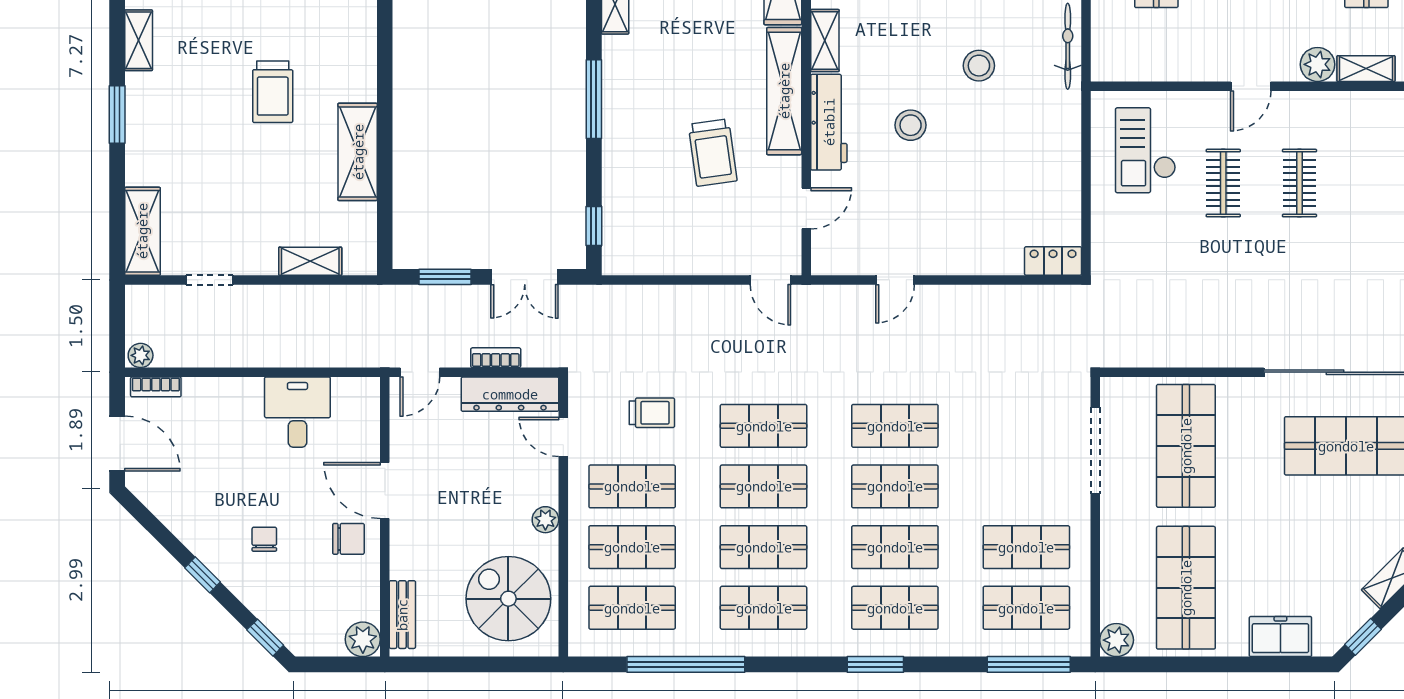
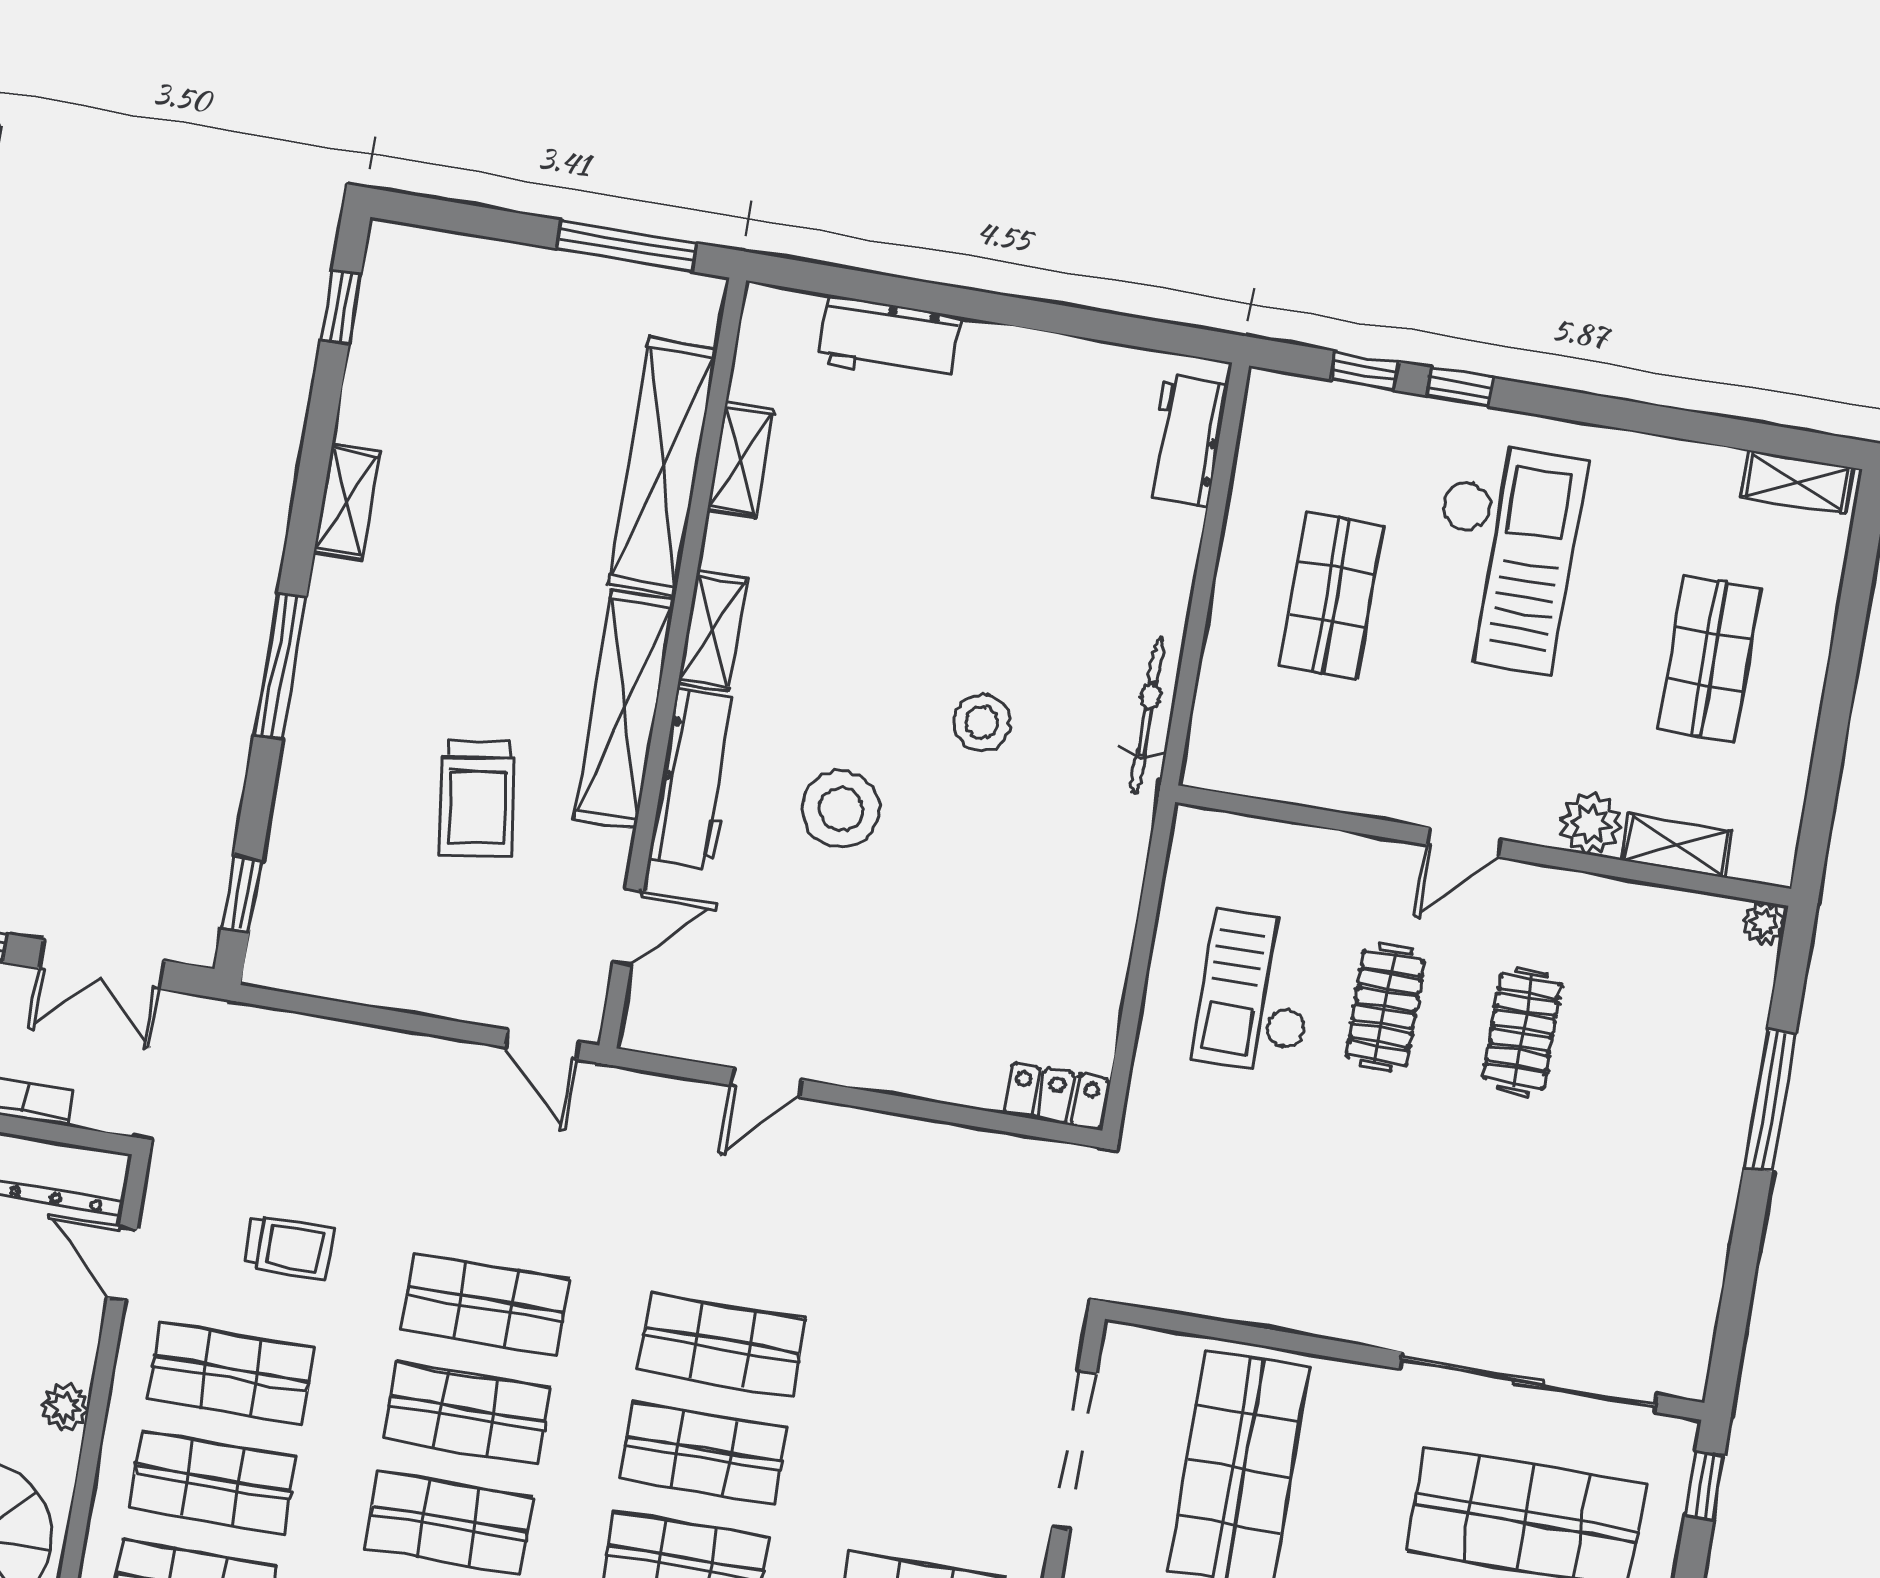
stool: (911, 125) -> (841, 809), width x1.38, depth x1.38
checkout: (1145, 150) -> (1256, 992), moved

